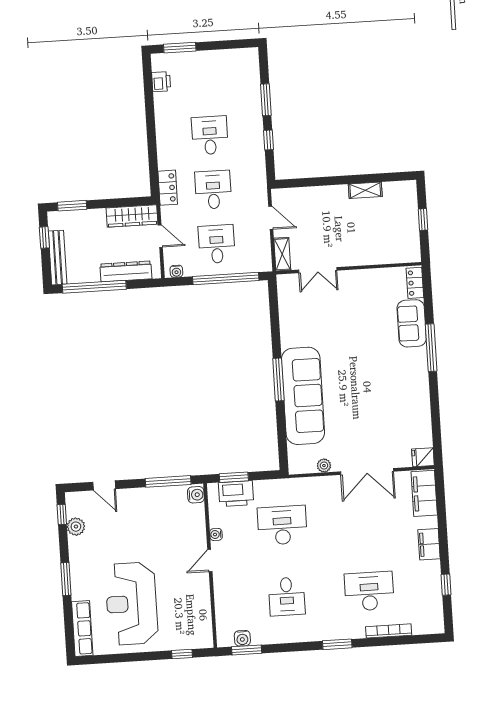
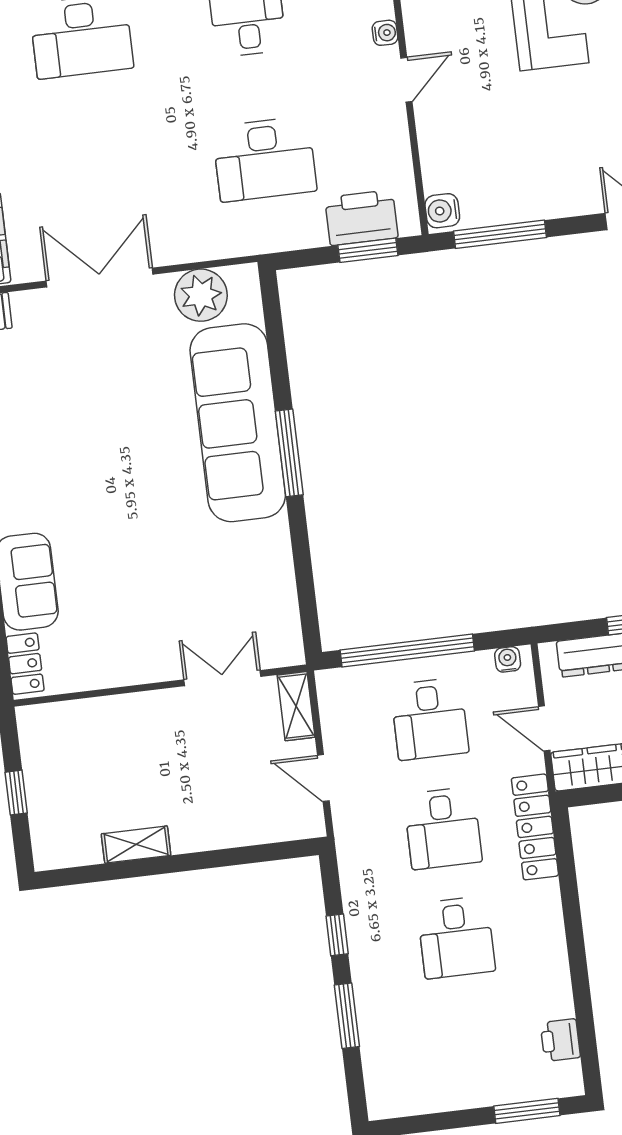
locker: (168, 188) -> (535, 827), width x1.53
plant: (324, 466) -> (201, 295), width x1.87, depth x1.87
water cooler: (216, 534) -> (385, 33), moved

